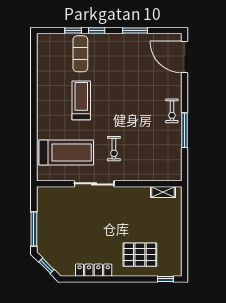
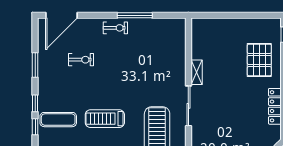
exercise bike: (114, 149) -> (81, 60), moved
shelving: (163, 192) -> (197, 72), moved

